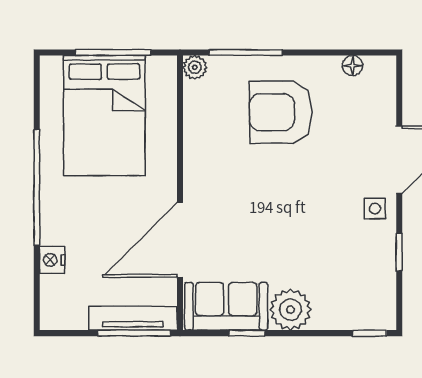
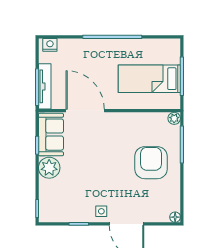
floor lamp: (352, 66) -> (175, 217), moved
bed: (104, 116) -> (149, 79), width x0.67
nightstand: (52, 260) -> (50, 45), moved

